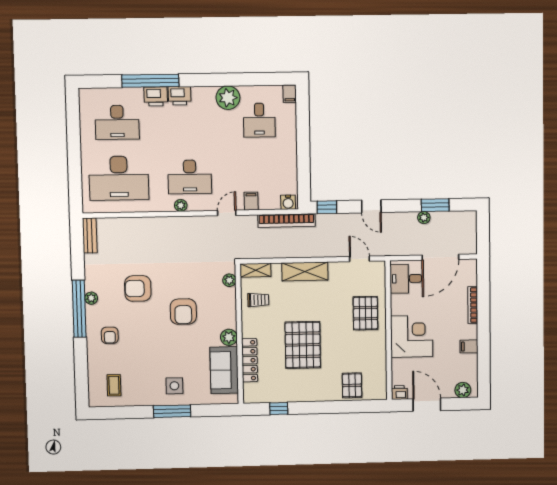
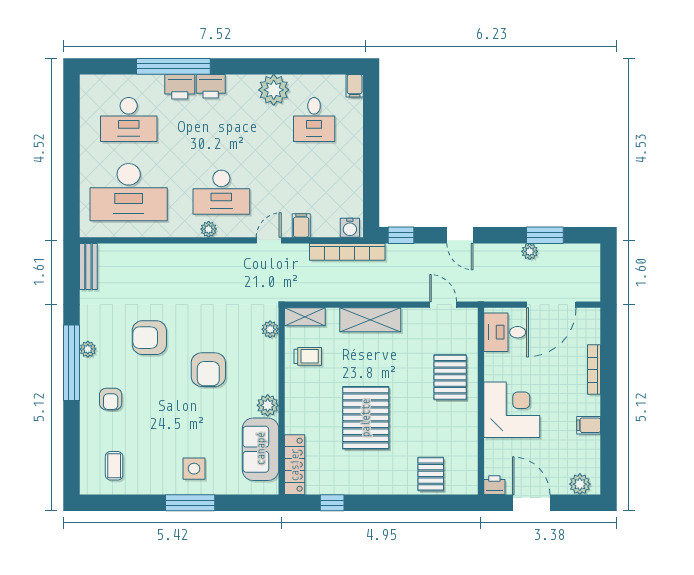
locker: (250, 360) -> (295, 465), moved

